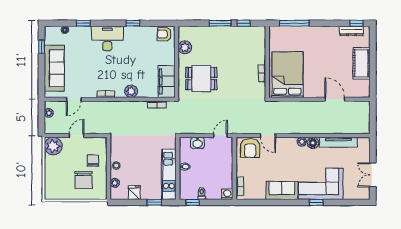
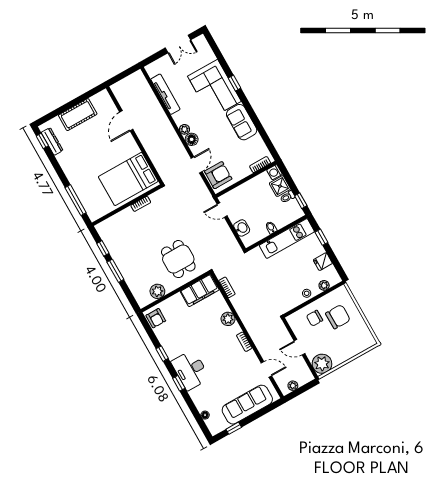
window: (83, 23) -> (179, 383), moved
floor lamp: (313, 143) -> (192, 139), moved
shower: (214, 192) -> (280, 186), added

